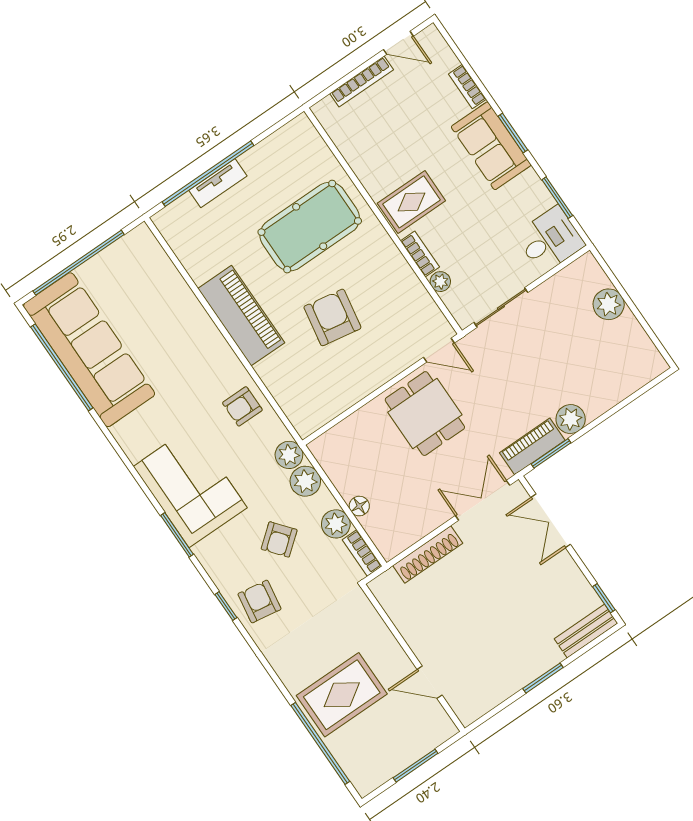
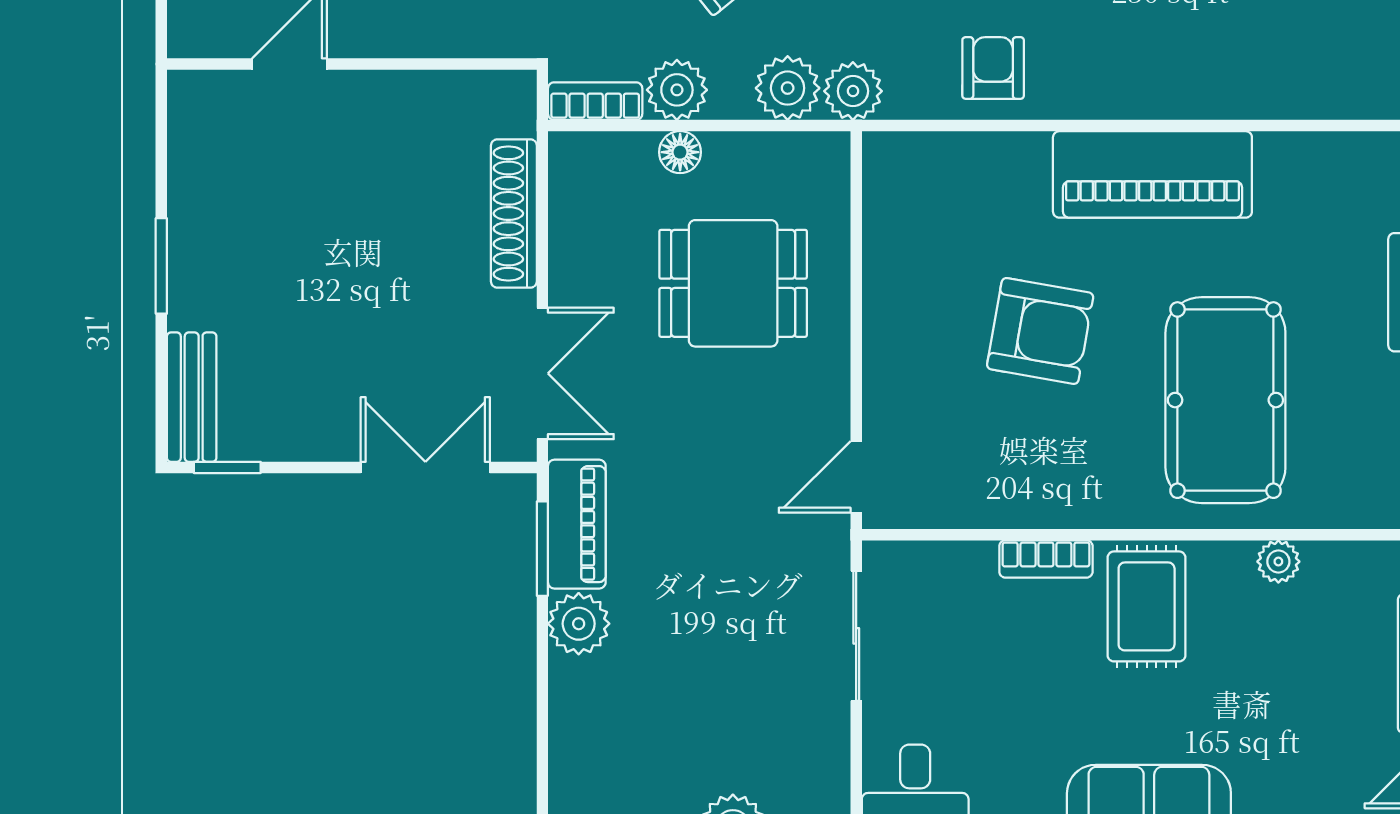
plant: (440, 282) -> (1278, 562), moved
dining table: (425, 414) -> (733, 283), moved

